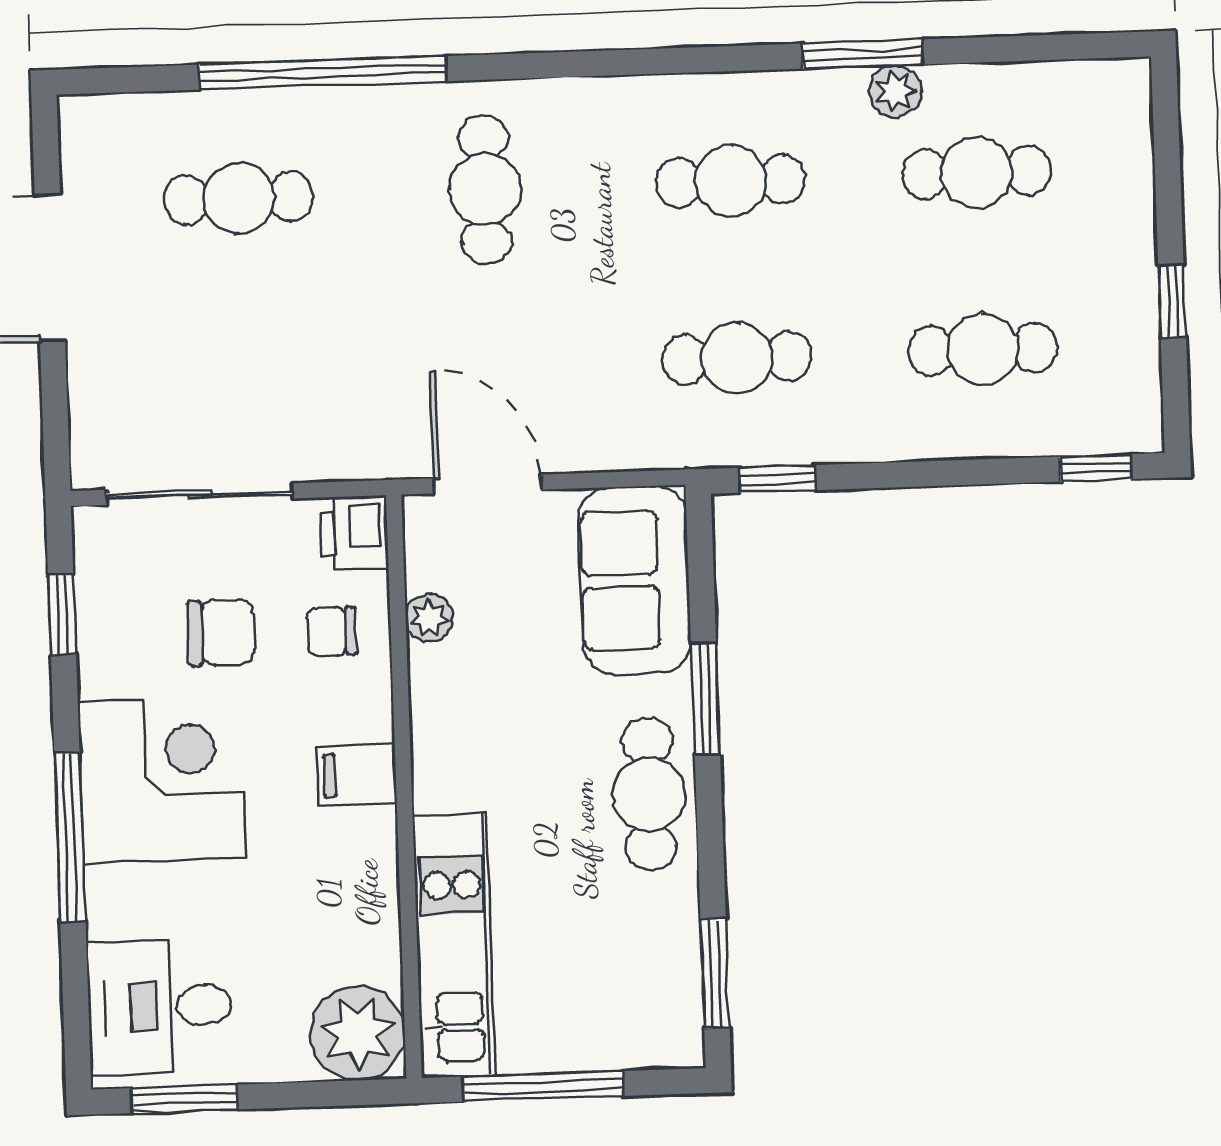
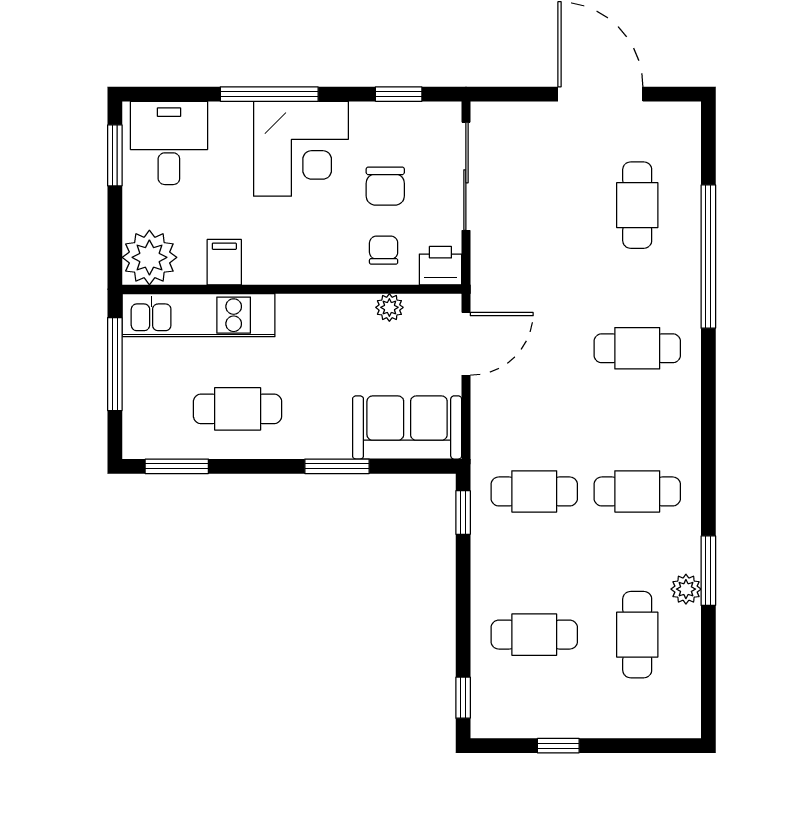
cafe table: (731, 181) -> (637, 491), turned 90
cafe table: (983, 349) -> (534, 635), turned 90
cafe table: (737, 358) -> (534, 491), turned 90
filing cabinet: (357, 775) -> (224, 262), moved
cafe table: (649, 794) -> (238, 409), moved

